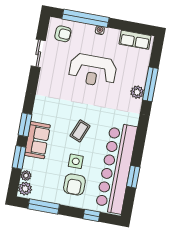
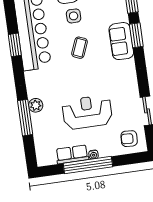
window: (86, 18) -> (88, 165), moved
row of seats: (135, 40) -> (72, 154), moved
sofa: (37, 140) -> (121, 41), moved
window: (133, 177) -> (15, 45), moved

